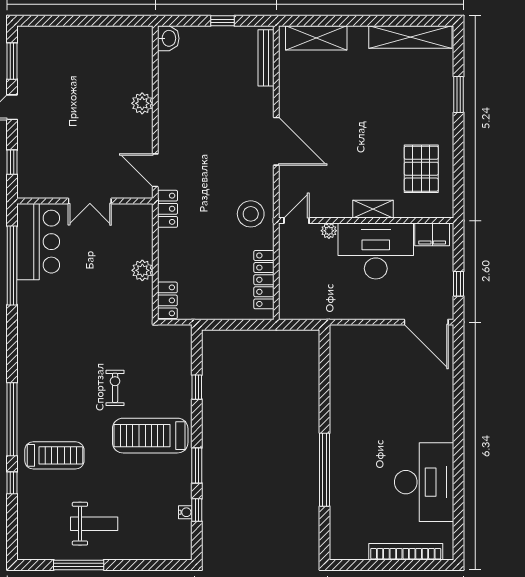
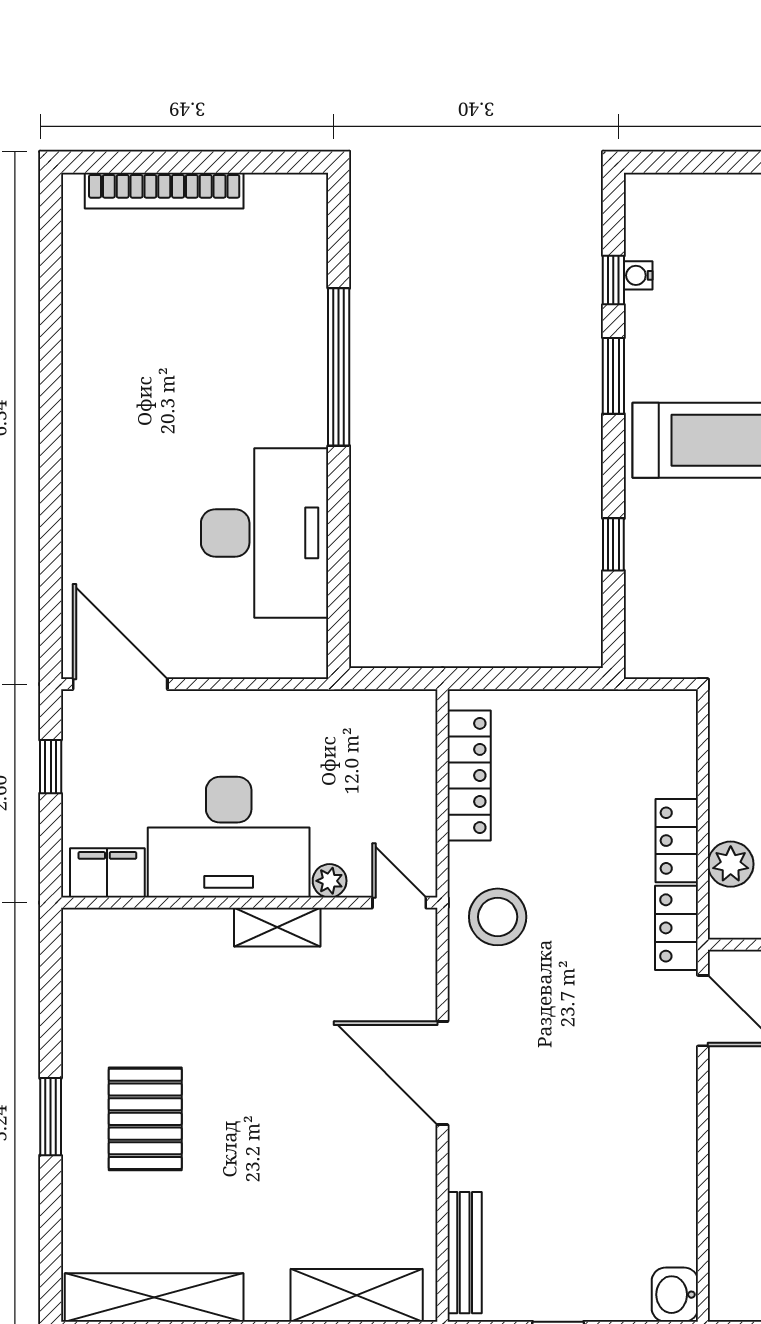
window: (459, 94) -> (51, 1117), moved
plant: (142, 103) -> (731, 1155), removed
pallet: (421, 169) -> (145, 1119), moved
shelving: (373, 209) -> (277, 927), moved
door: (296, 221) -> (399, 903), swing flipped
plant: (142, 270) -> (731, 864), moved
locker: (167, 300) -> (677, 841), moved
desk: (424, 482) -> (265, 533), moved, turned 180

